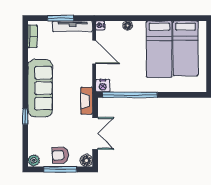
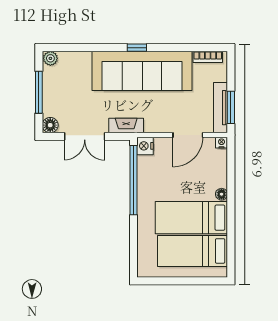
window: (61, 18) -> (231, 107), moved
floor lamp: (127, 25) -> (222, 194), moved
sofa: (40, 88) -> (142, 71), width x1.36, depth x1.27
window: (25, 117) -> (137, 48), moved
armchair: (60, 155) -> (57, 92), removed

